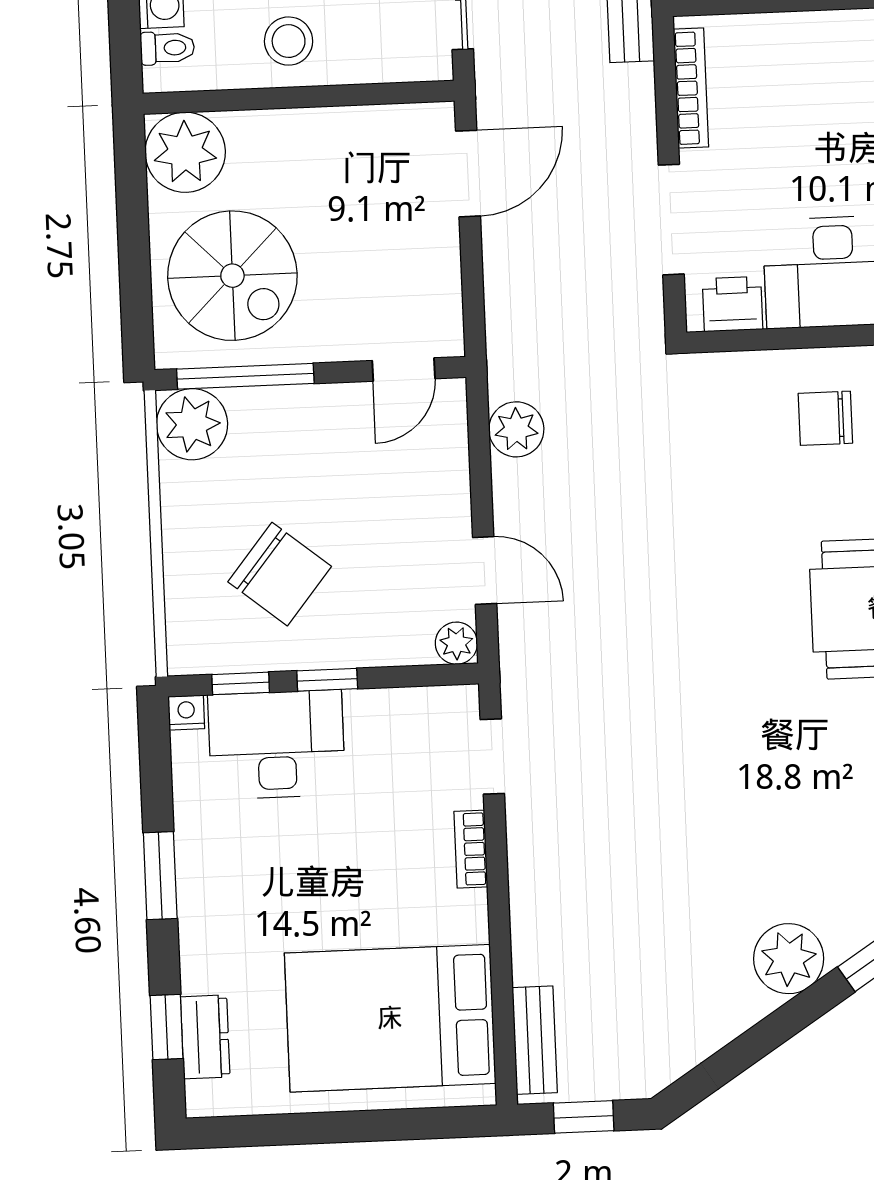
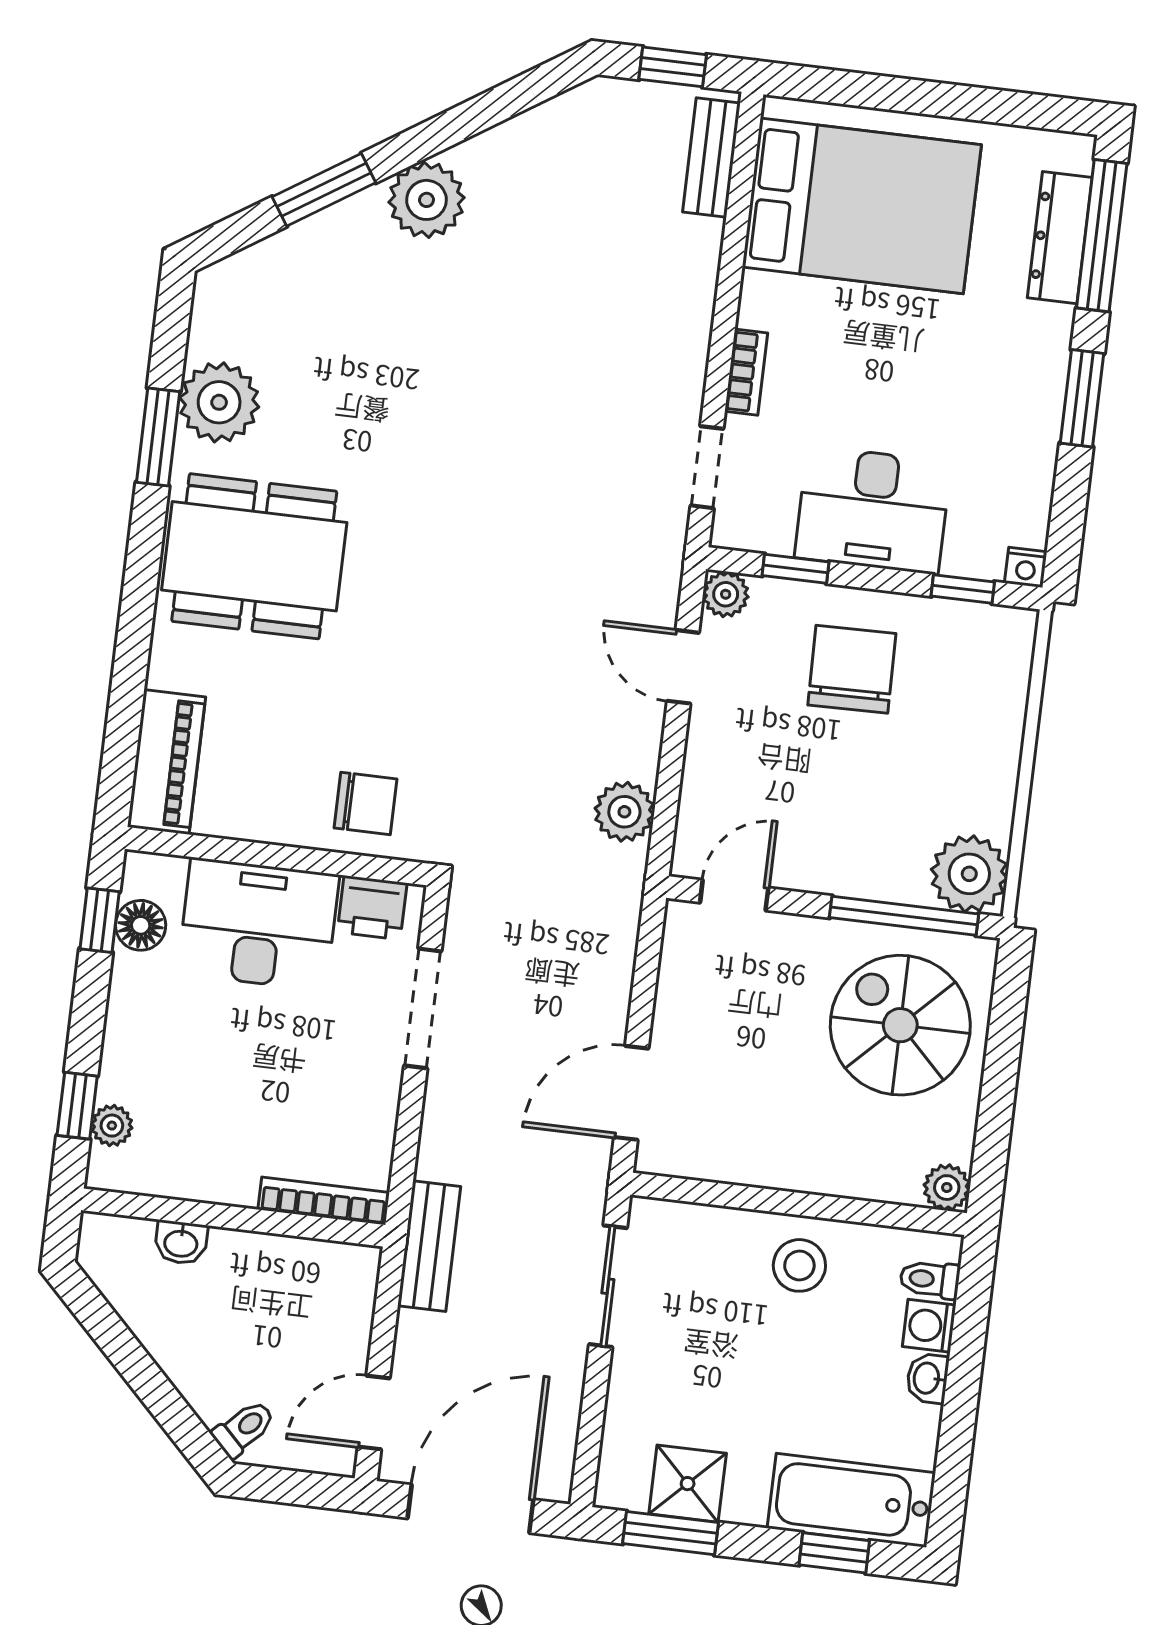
bookcase: (691, 88) -> (324, 1201), moved, turned 90
plant: (185, 152) -> (947, 1188), width x0.53, depth x0.53
chair: (825, 418) -> (365, 803), moved
chair: (280, 574) -> (852, 669), moved, turned 50
window: (327, 680) -> (795, 569), moved
desk: (277, 745) -> (873, 510), moved
window: (167, 1027) -> (1102, 236), width x2.17
dresser: (205, 1037) -> (1060, 238), width x1.44

